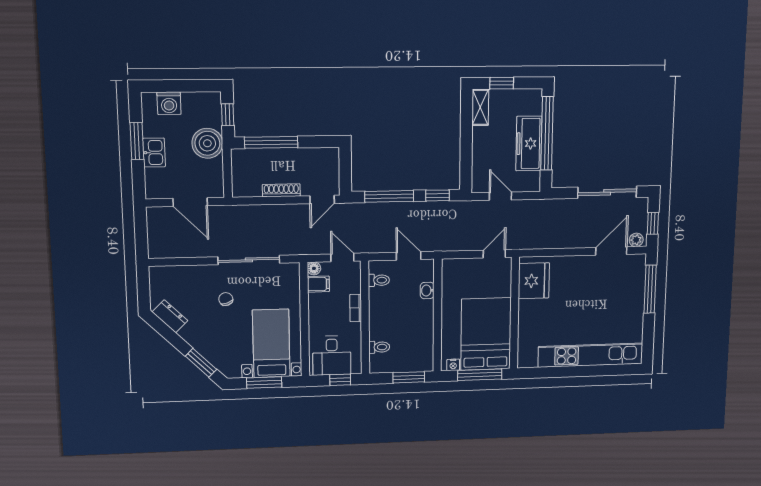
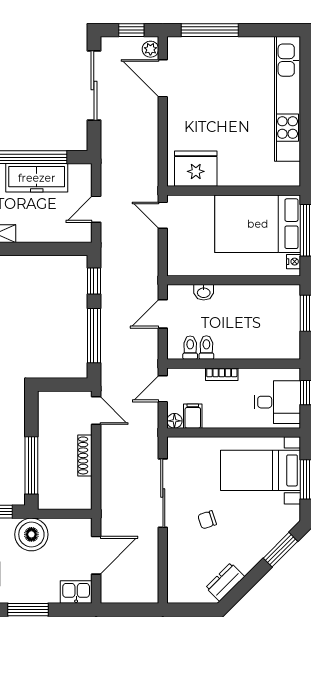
kitchen sink: (154, 152) -> (76, 592), moved
toilet: (379, 347) -> (206, 348), moved

